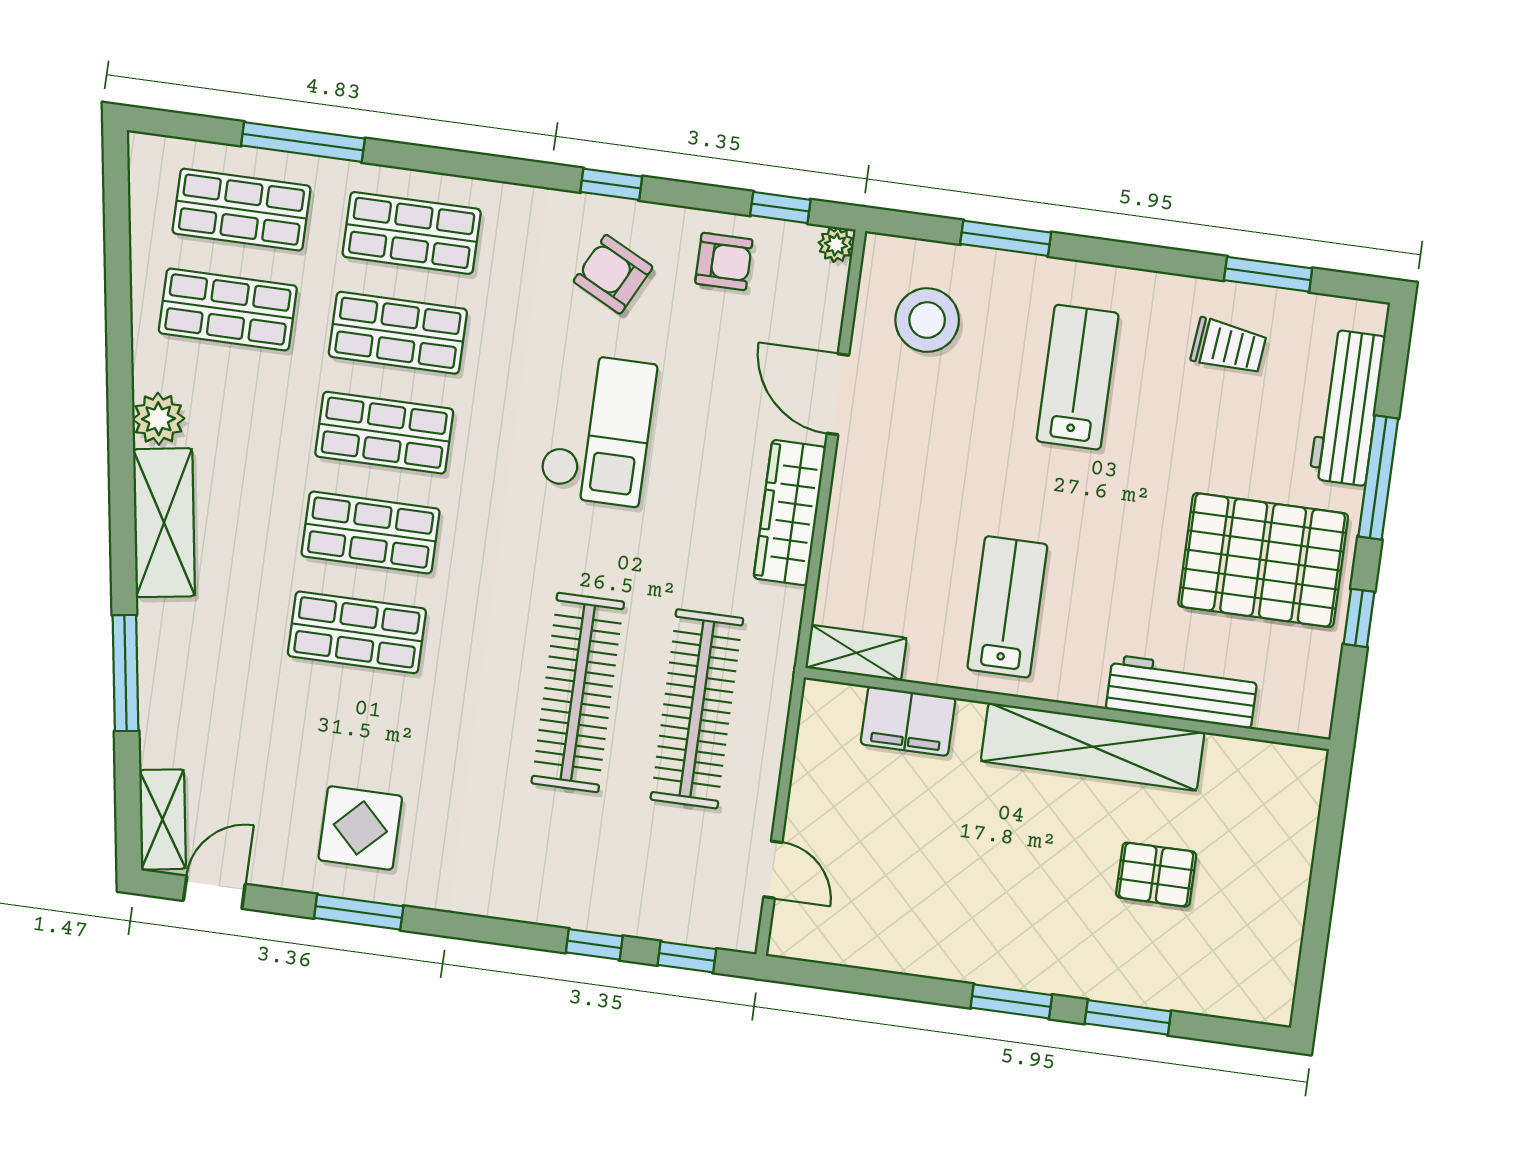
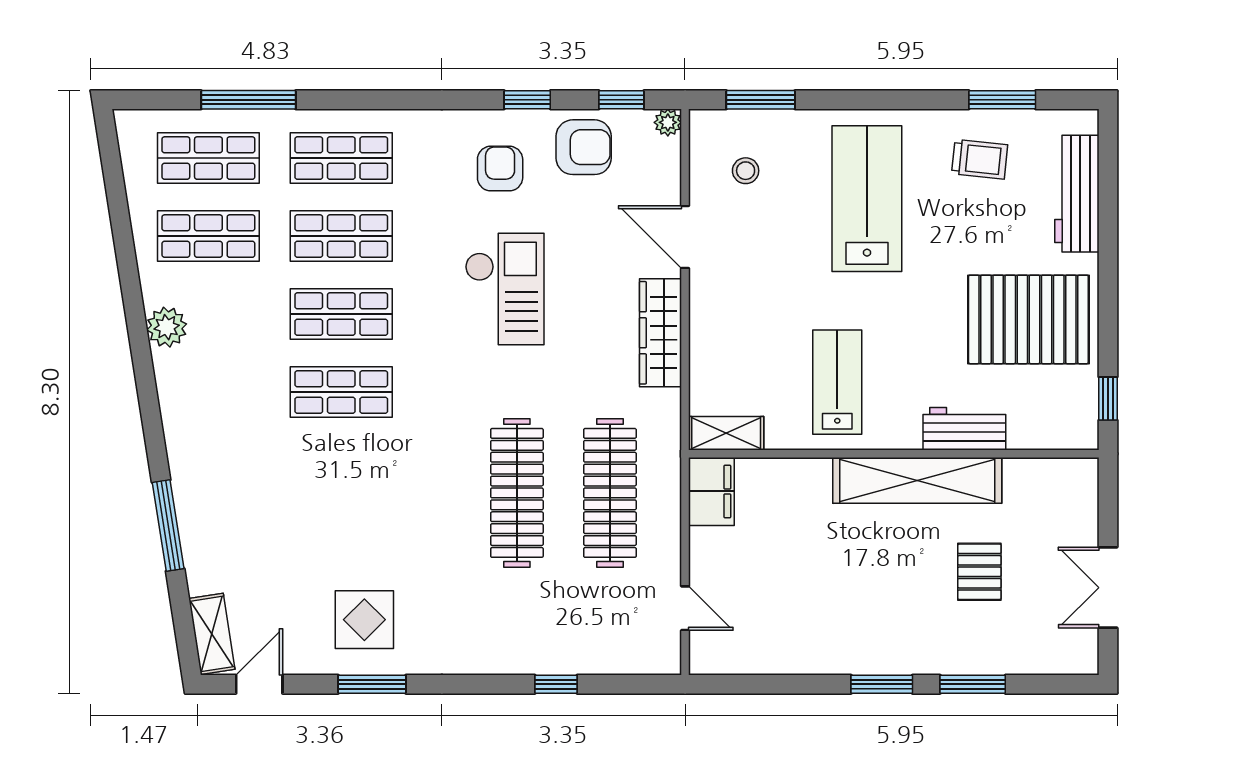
window: (611, 184) -> (527, 100), moved
window: (1006, 238) -> (761, 100), moved
armchair: (724, 261) -> (584, 147), width x1.38, depth x1.38
armchair: (613, 274) -> (500, 169), turned 63
stool: (927, 320) -> (746, 171), width x0.53, depth x0.53
lab bench: (1078, 377) -> (867, 199), width x1.36, depth x1.39
window: (1378, 478) -> (1108, 244), removed
shelving: (164, 523) -> (182, 406), removed
window: (1359, 618) -> (1108, 399), moved
shop shelf: (357, 632) -> (341, 470), removed
workbench: (1182, 692) -> (964, 429), width x0.73
filing cabinet: (908, 721) -> (711, 491), moved, turned -90
pallet: (1156, 875) -> (979, 572), turned 90
double door: (1318, 917) -> (1108, 588), added
window: (687, 957) -> (628, 684), removed

